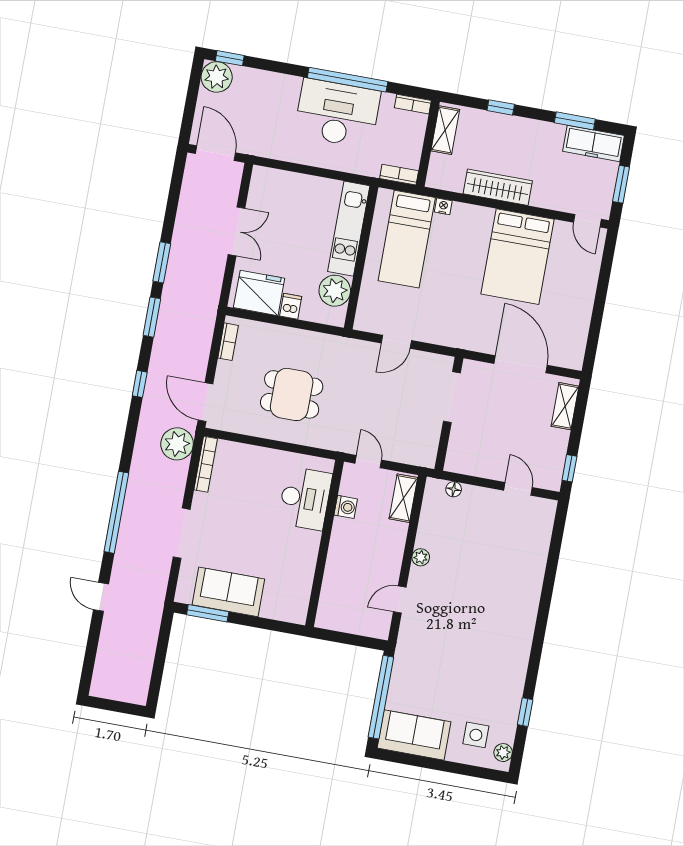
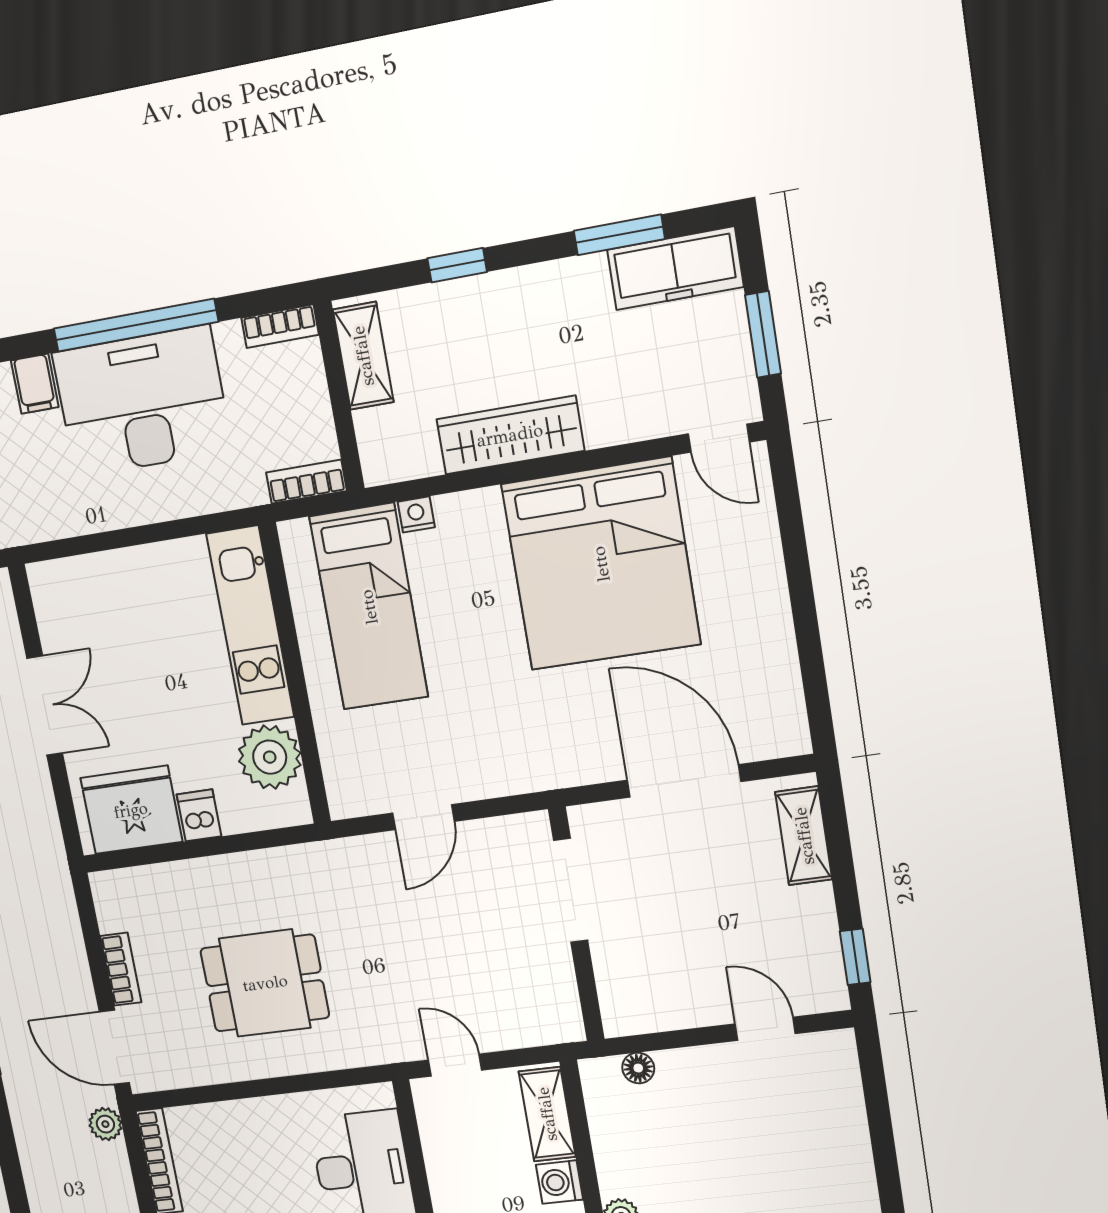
filing cabinet: (291, 88) -> (35, 384), added
bed: (517, 257) -> (601, 564), width x1.36
bookcase: (228, 342) -> (121, 969), moved
plant: (177, 444) -> (105, 1124), width x0.53, depth x0.53
washing machine: (346, 507) -> (559, 1182), moved, turned 180

